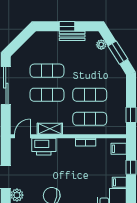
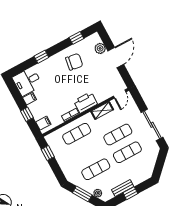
exercise mat: (90, 95) -> (96, 169), moved
printer: (44, 147) -> (86, 102), moved

